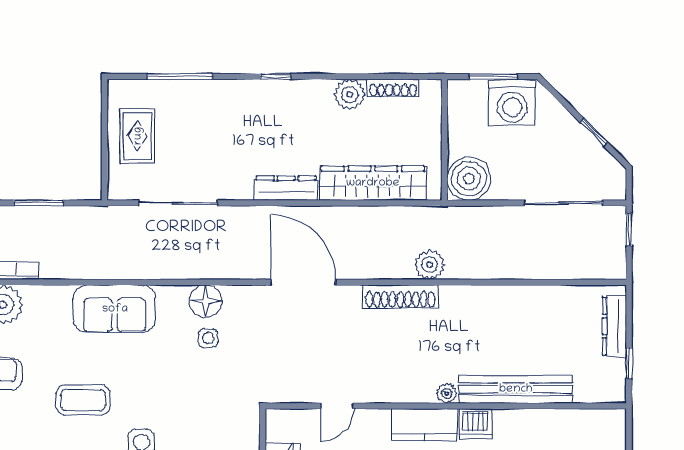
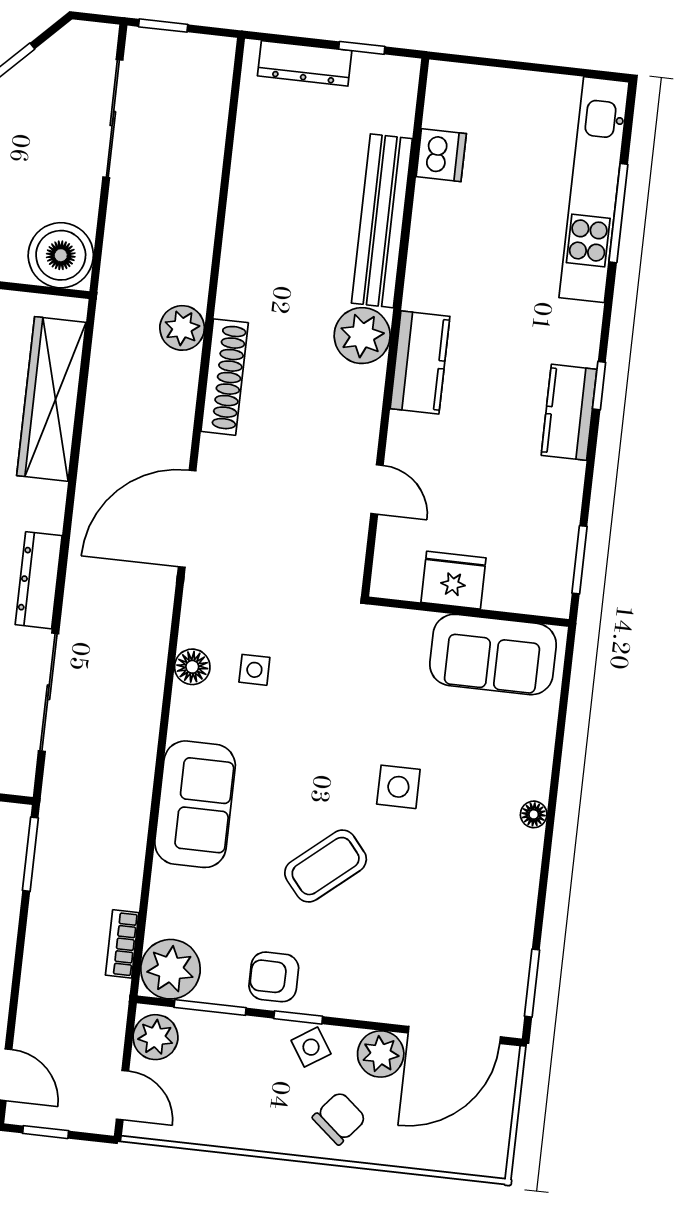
dresser: (286, 188) -> (39, 580), moved
window: (39, 203) -> (30, 854), moved
floor lamp: (205, 301) -> (192, 667), width x0.73, depth x0.73
plant: (447, 393) -> (362, 336), width x1.87, depth x1.87
coffee table: (83, 400) -> (326, 866), turned 50
dishwasher: (476, 424) -> (441, 155), moved

